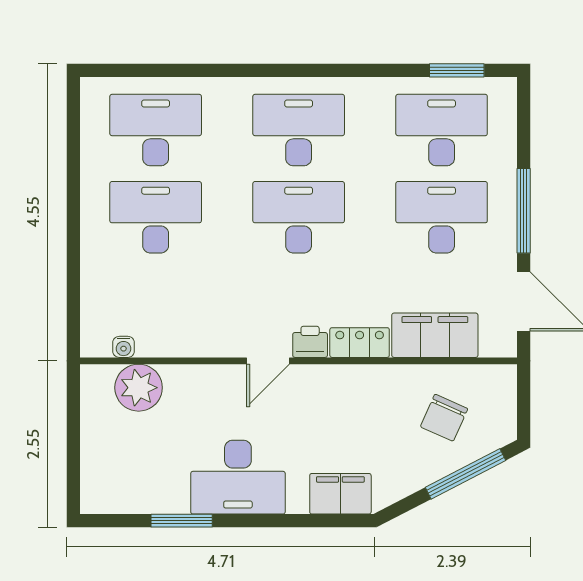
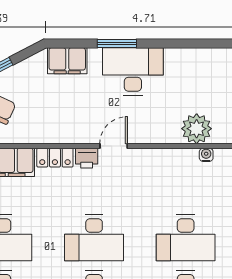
window: (182, 521) -> (117, 44), moved

